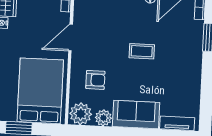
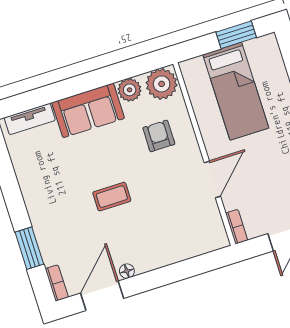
armchair: (95, 80) -> (159, 136), turned 90
bed: (40, 91) -> (236, 91), width x0.67

